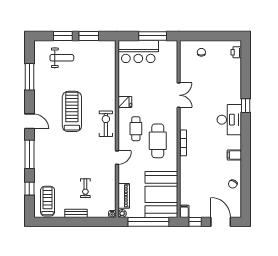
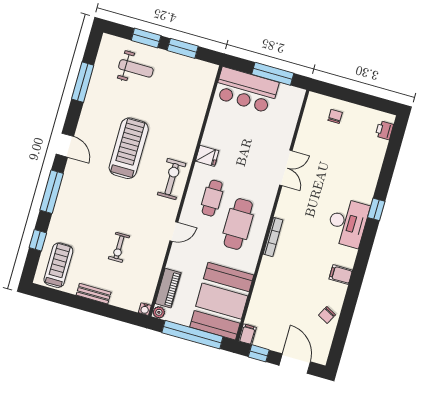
exercise bike: (85, 188) -> (119, 247), moved

